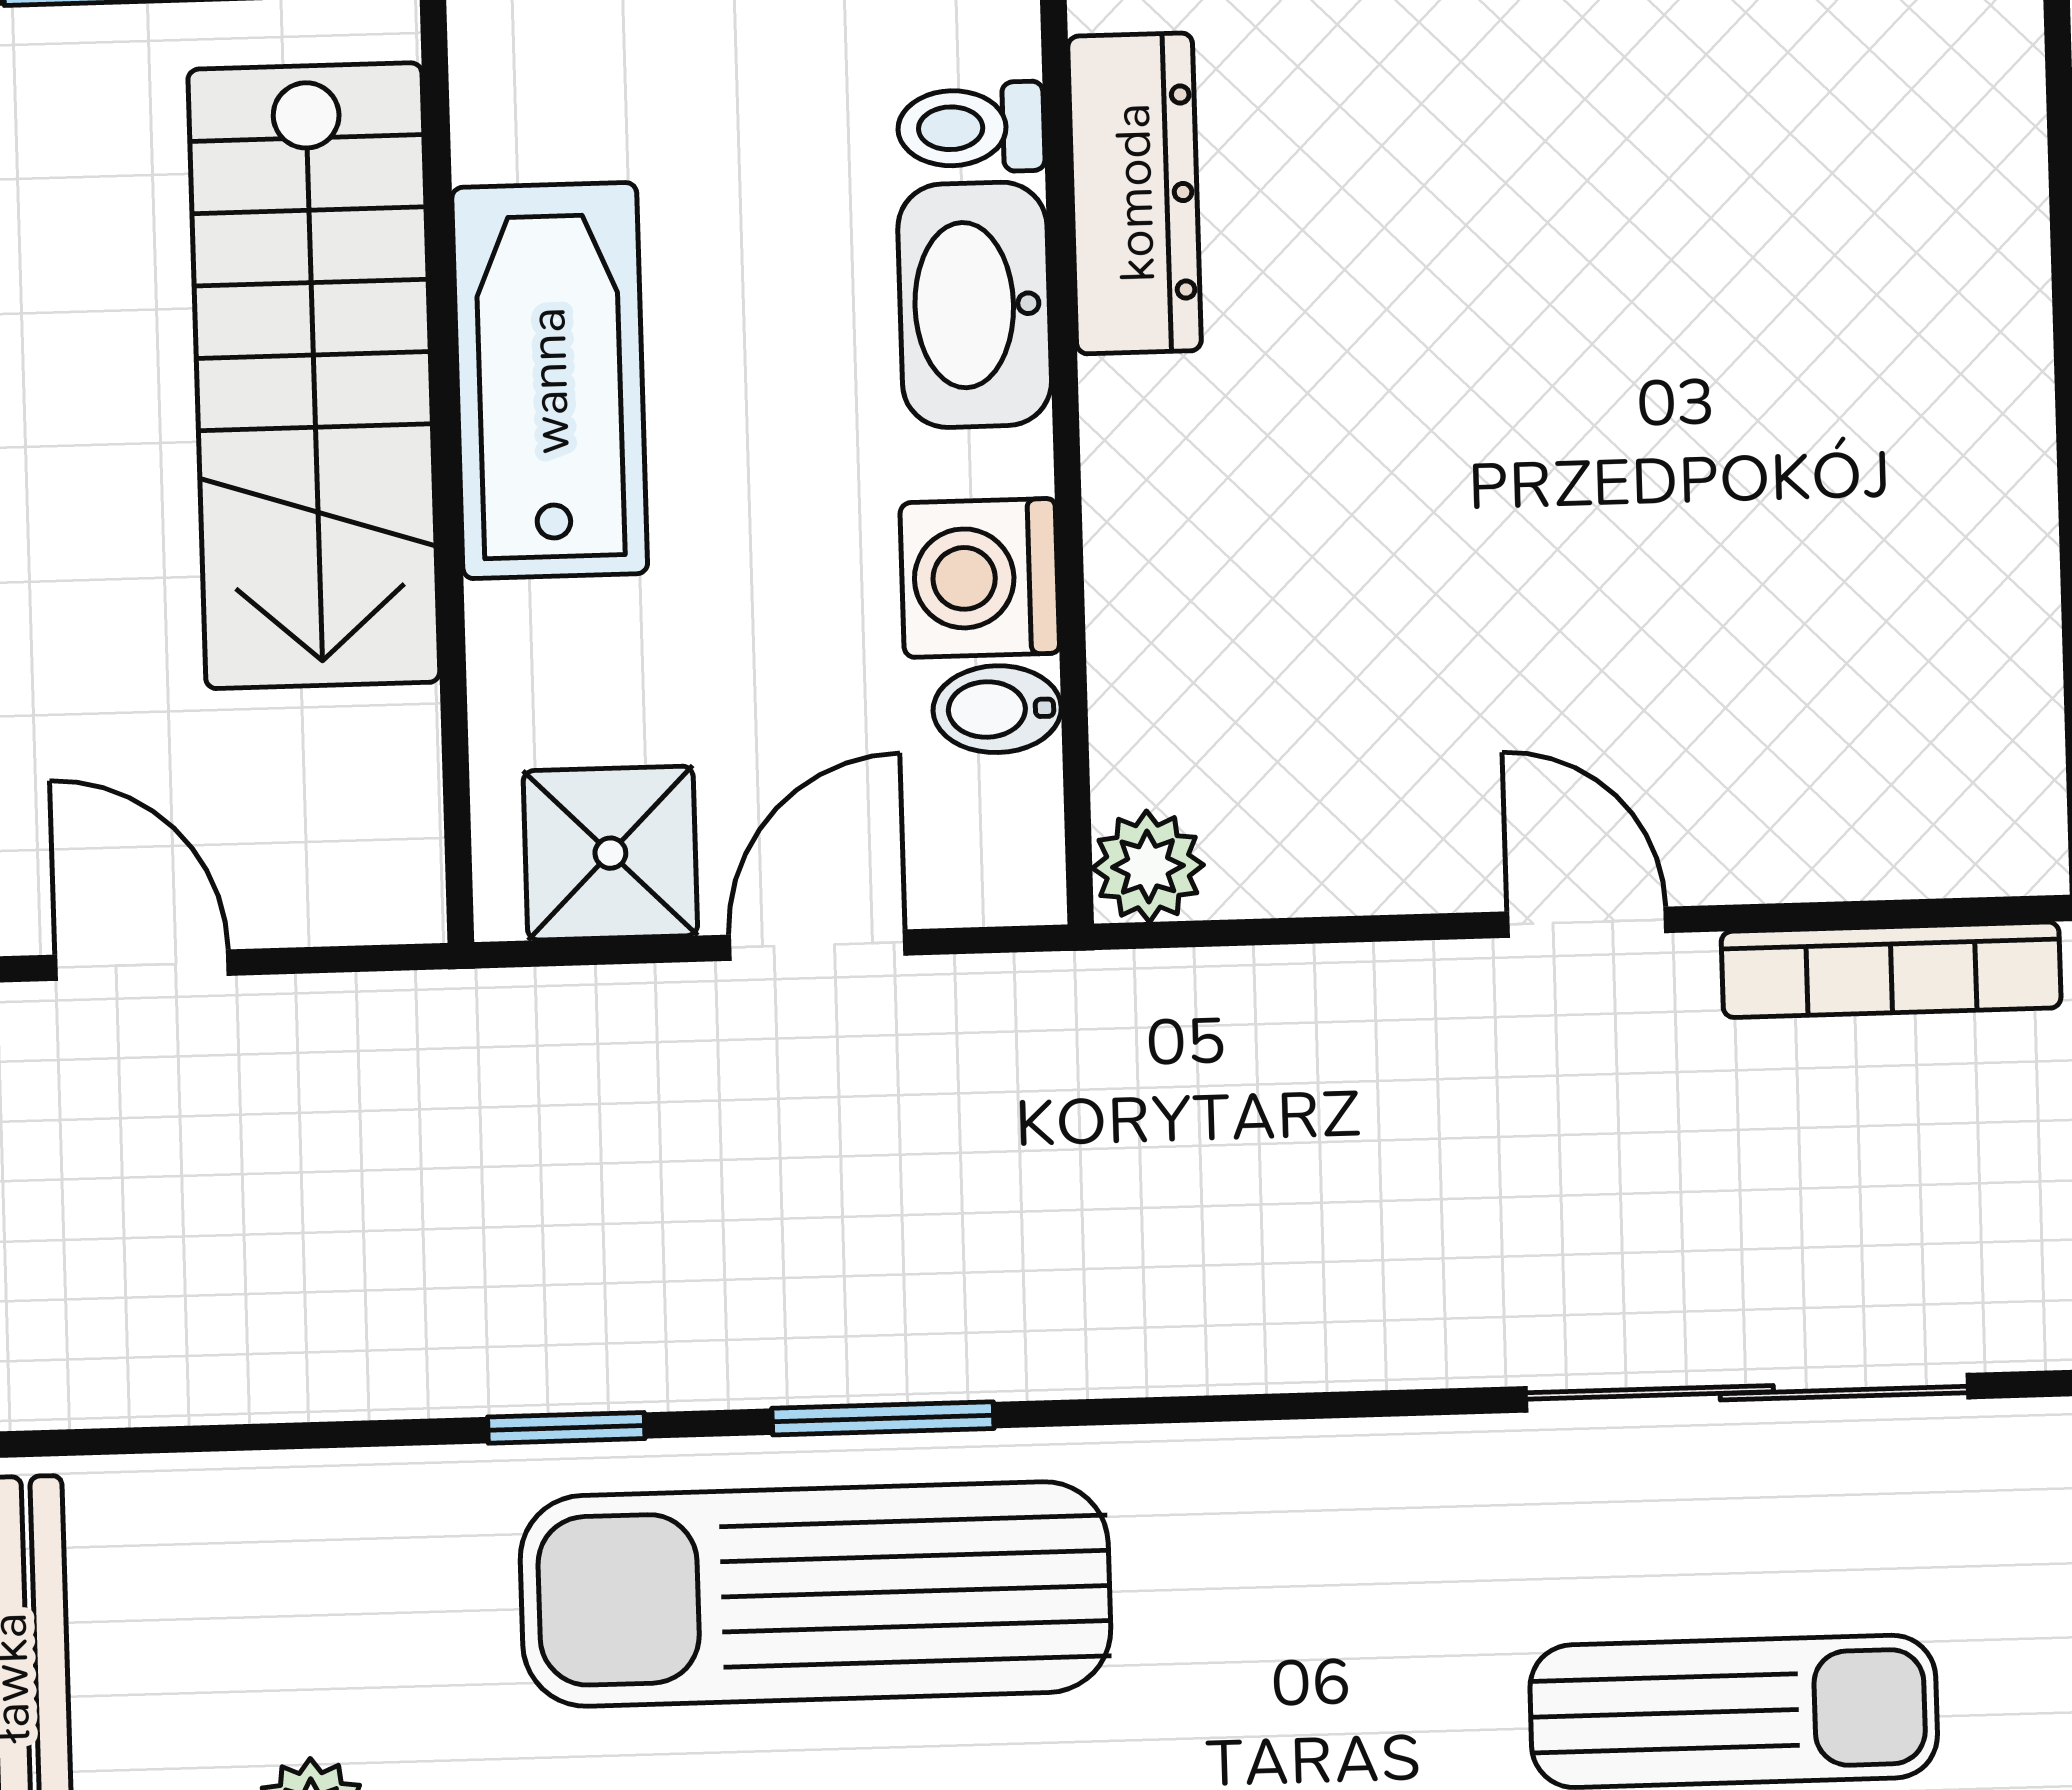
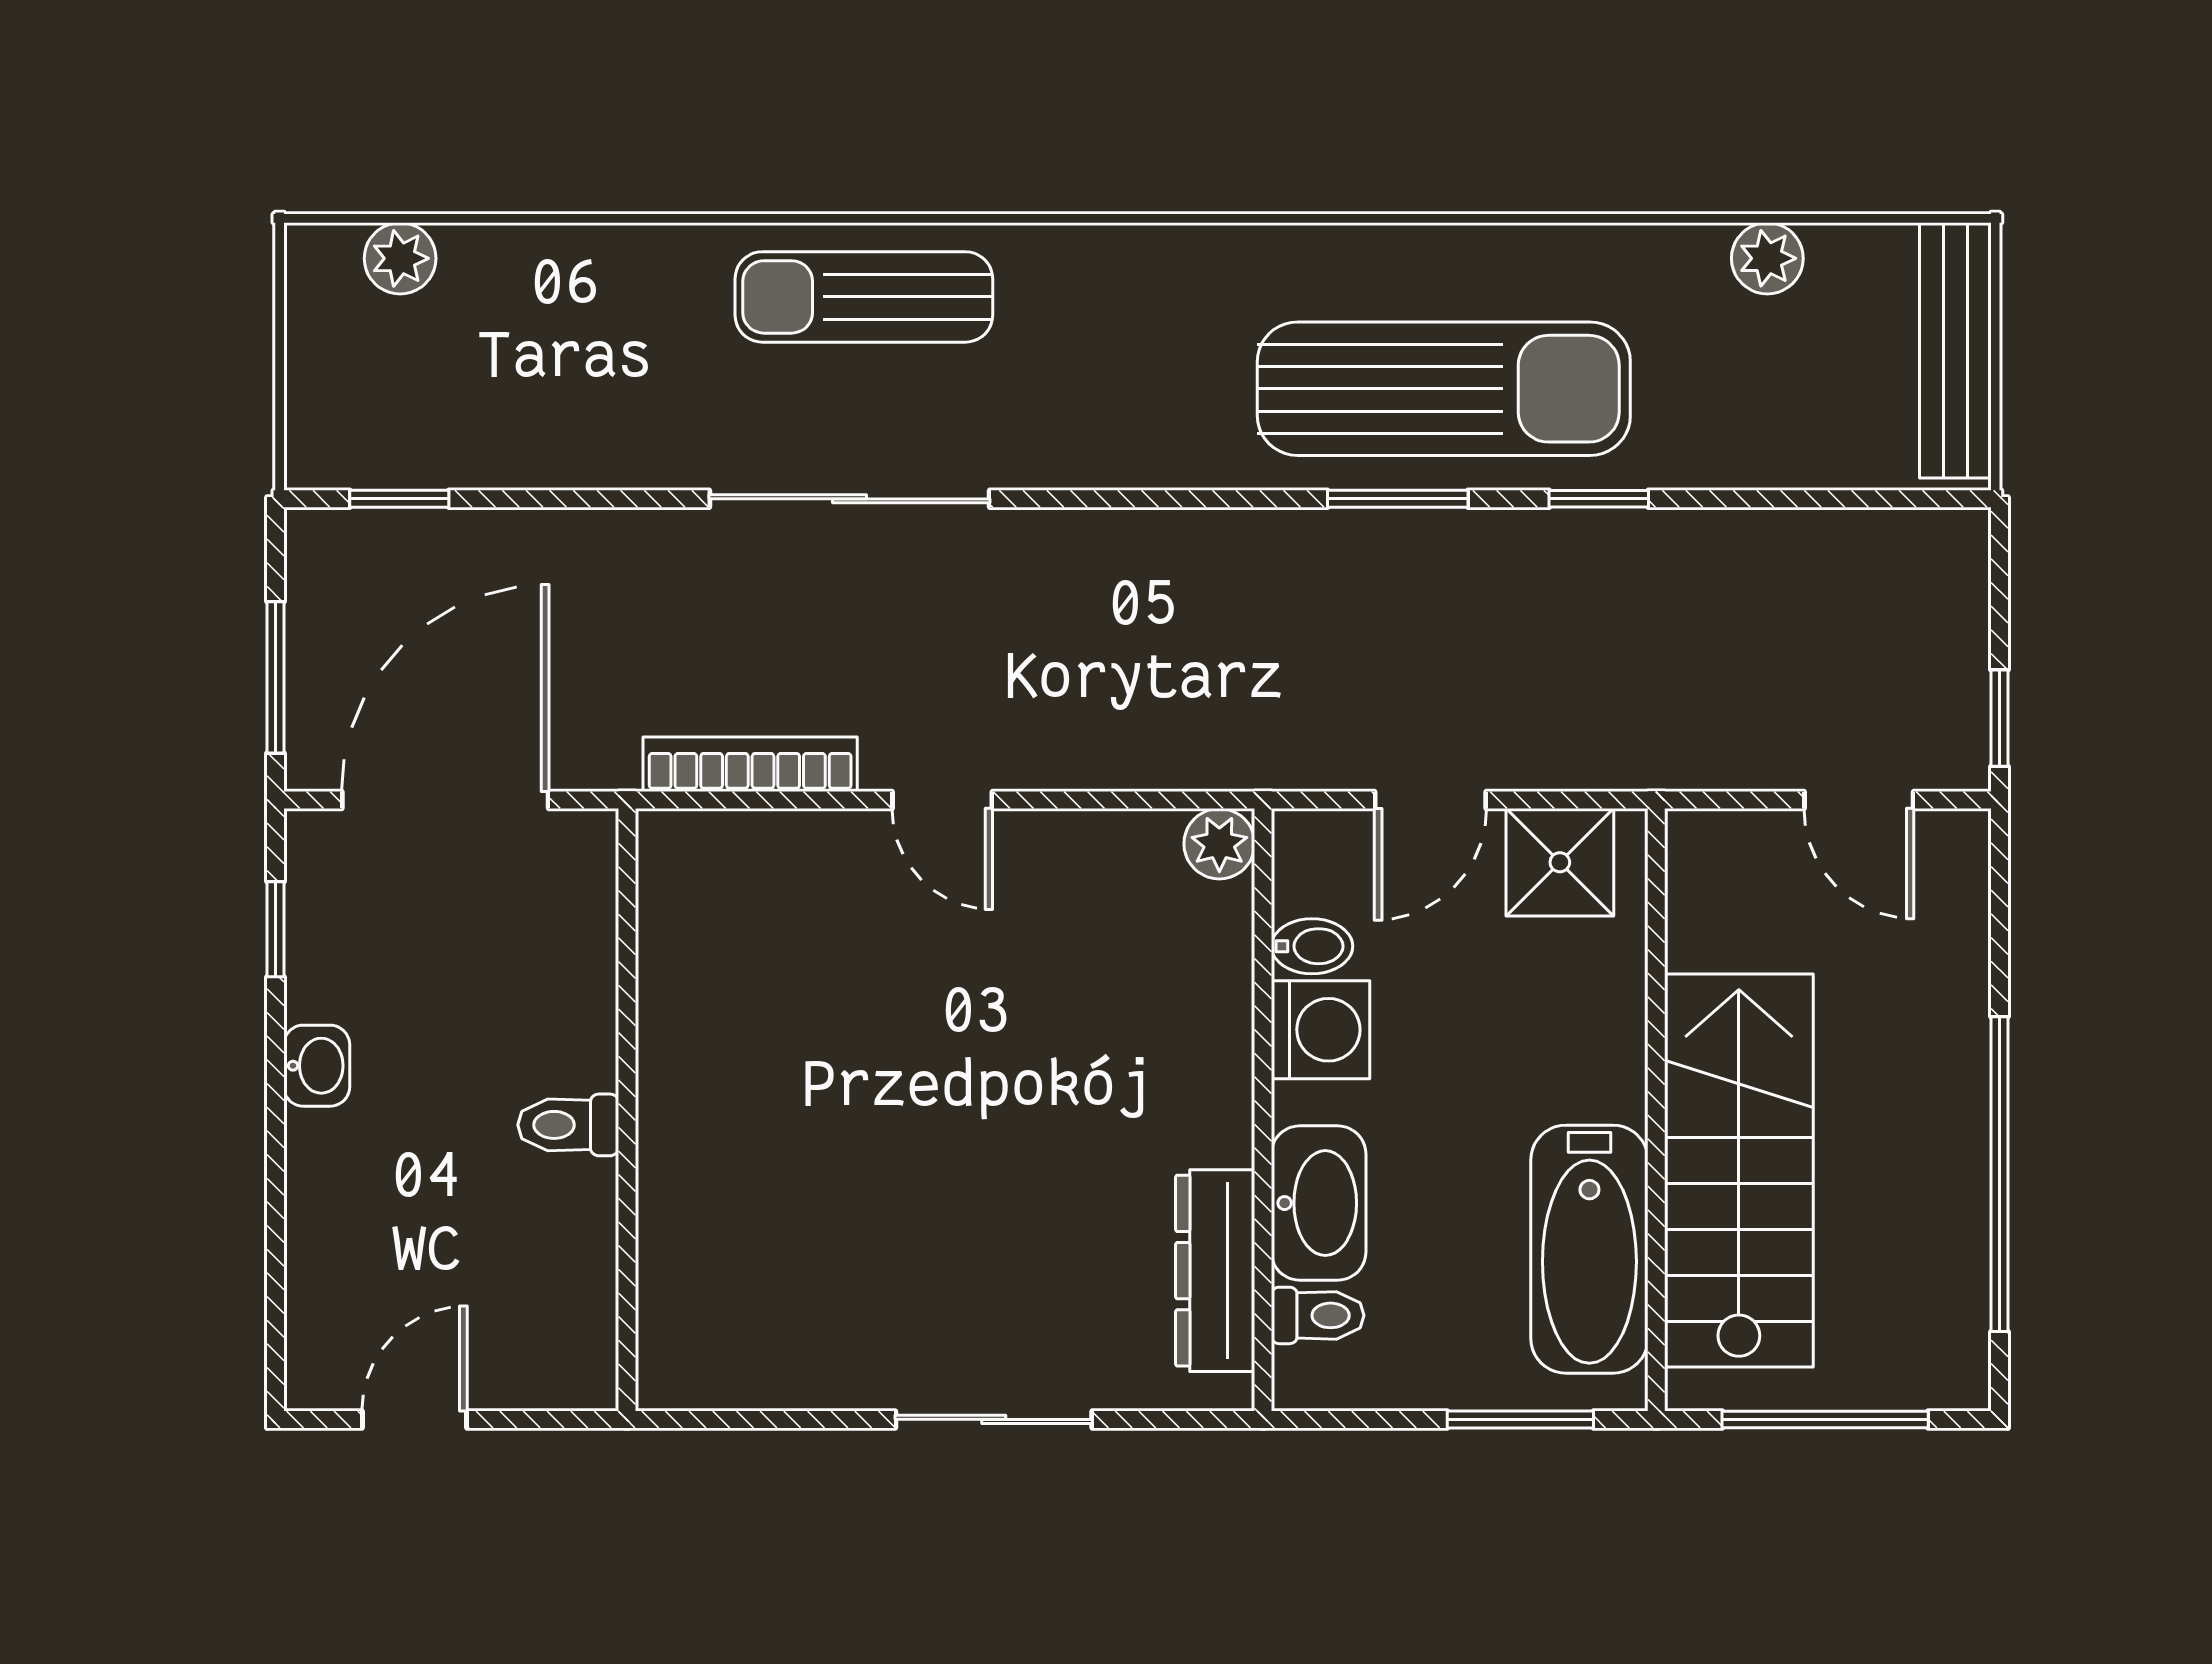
bathtub: (550, 381) -> (1589, 1249), moved

